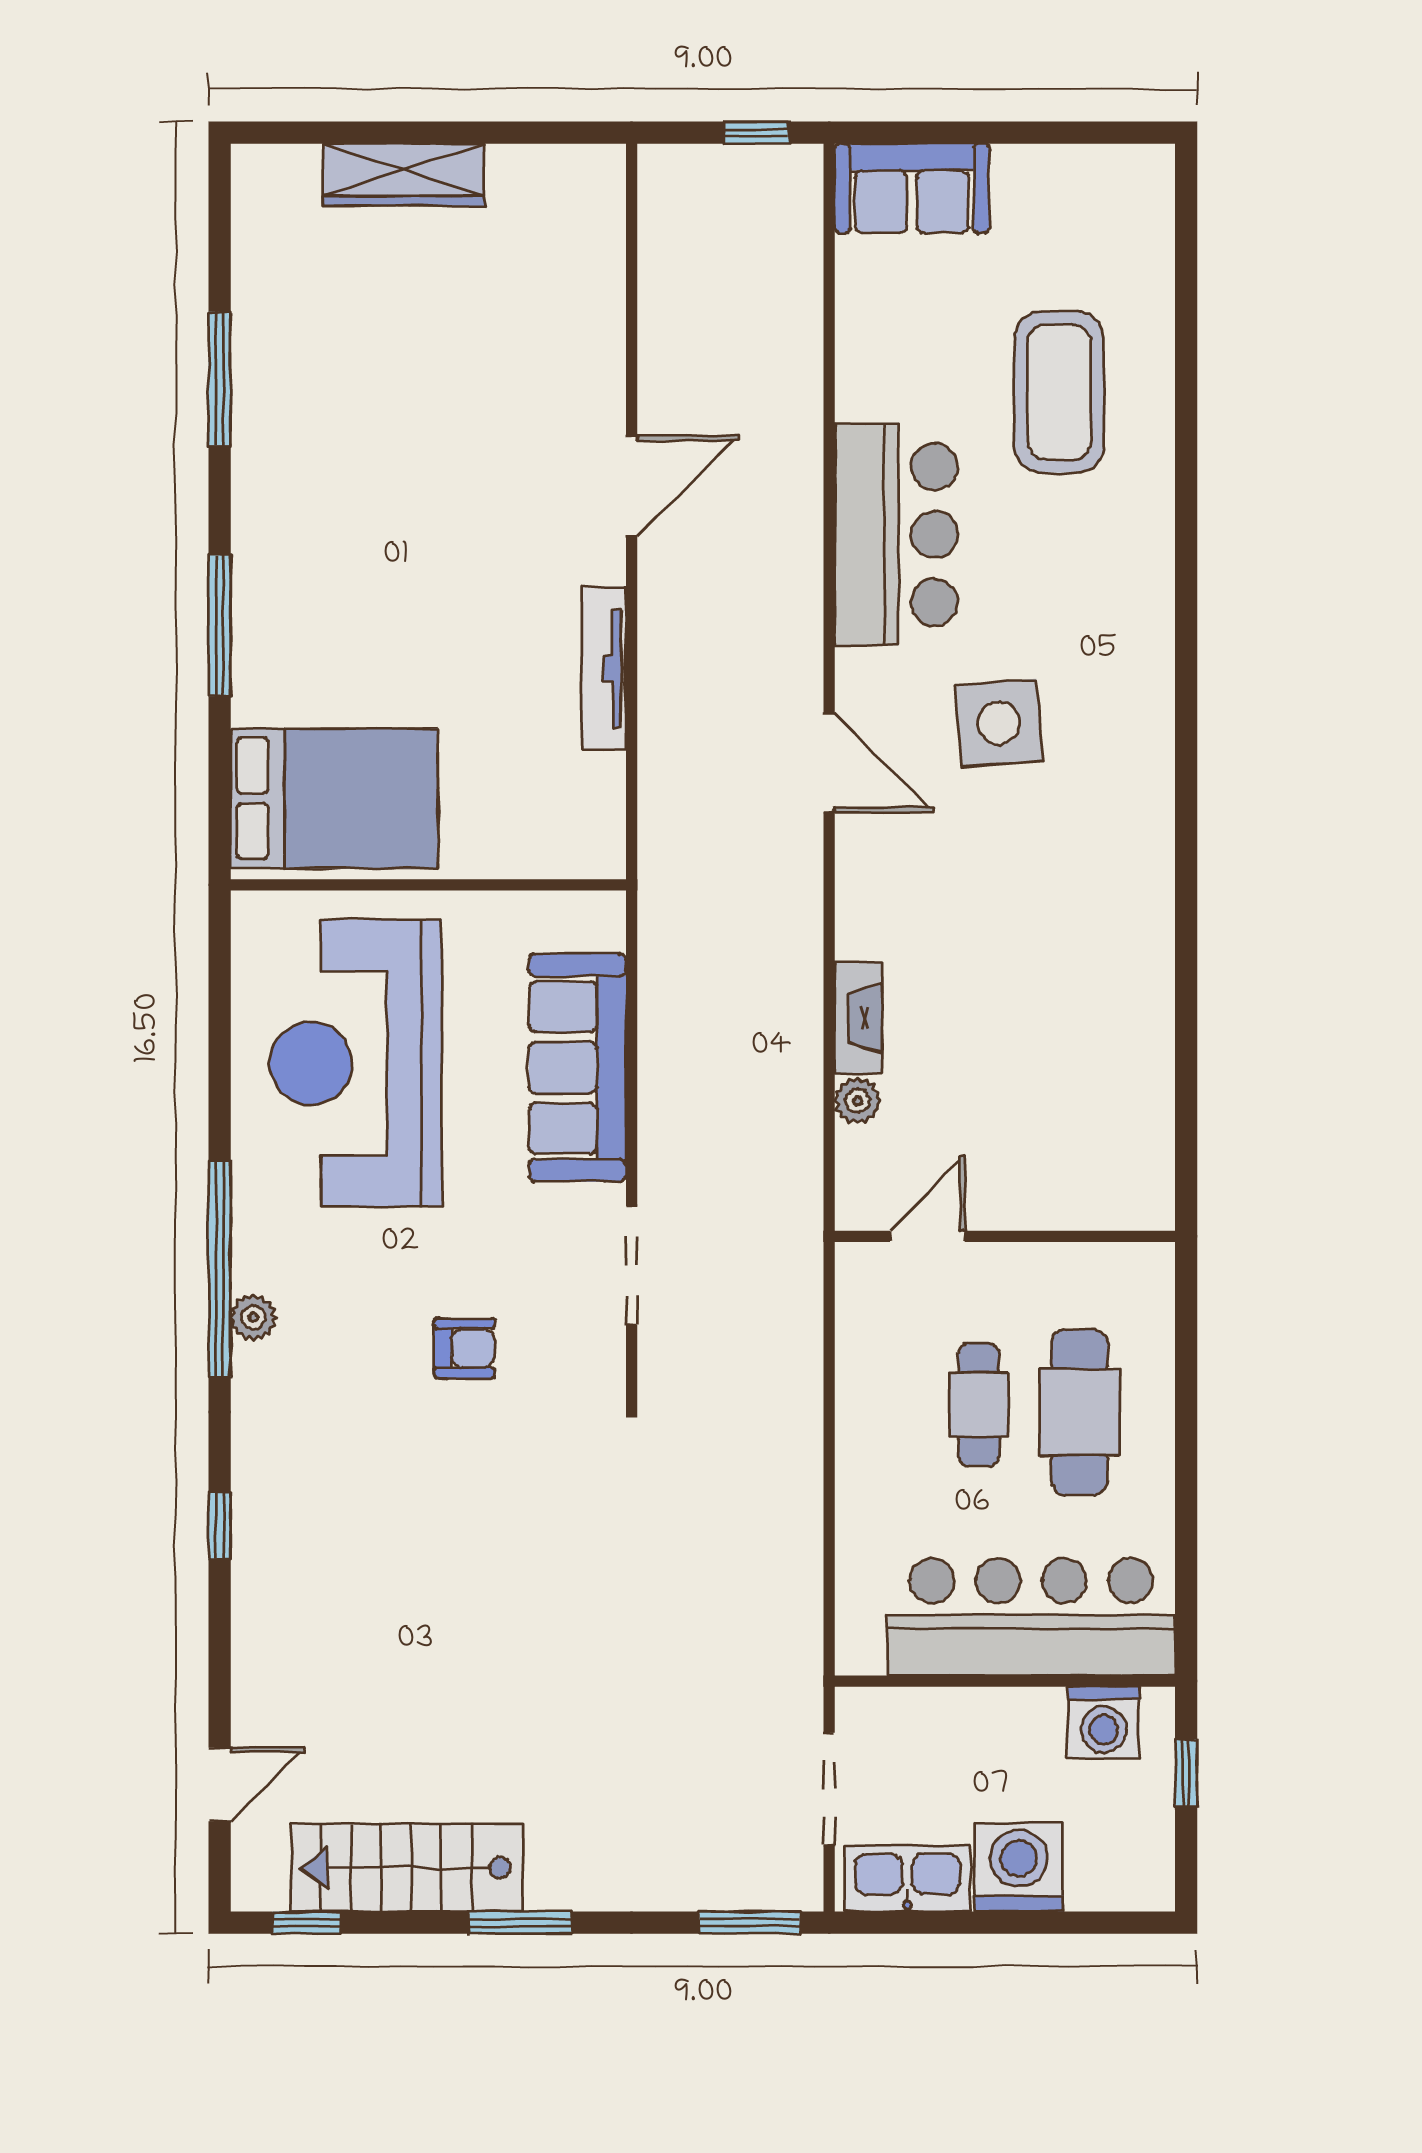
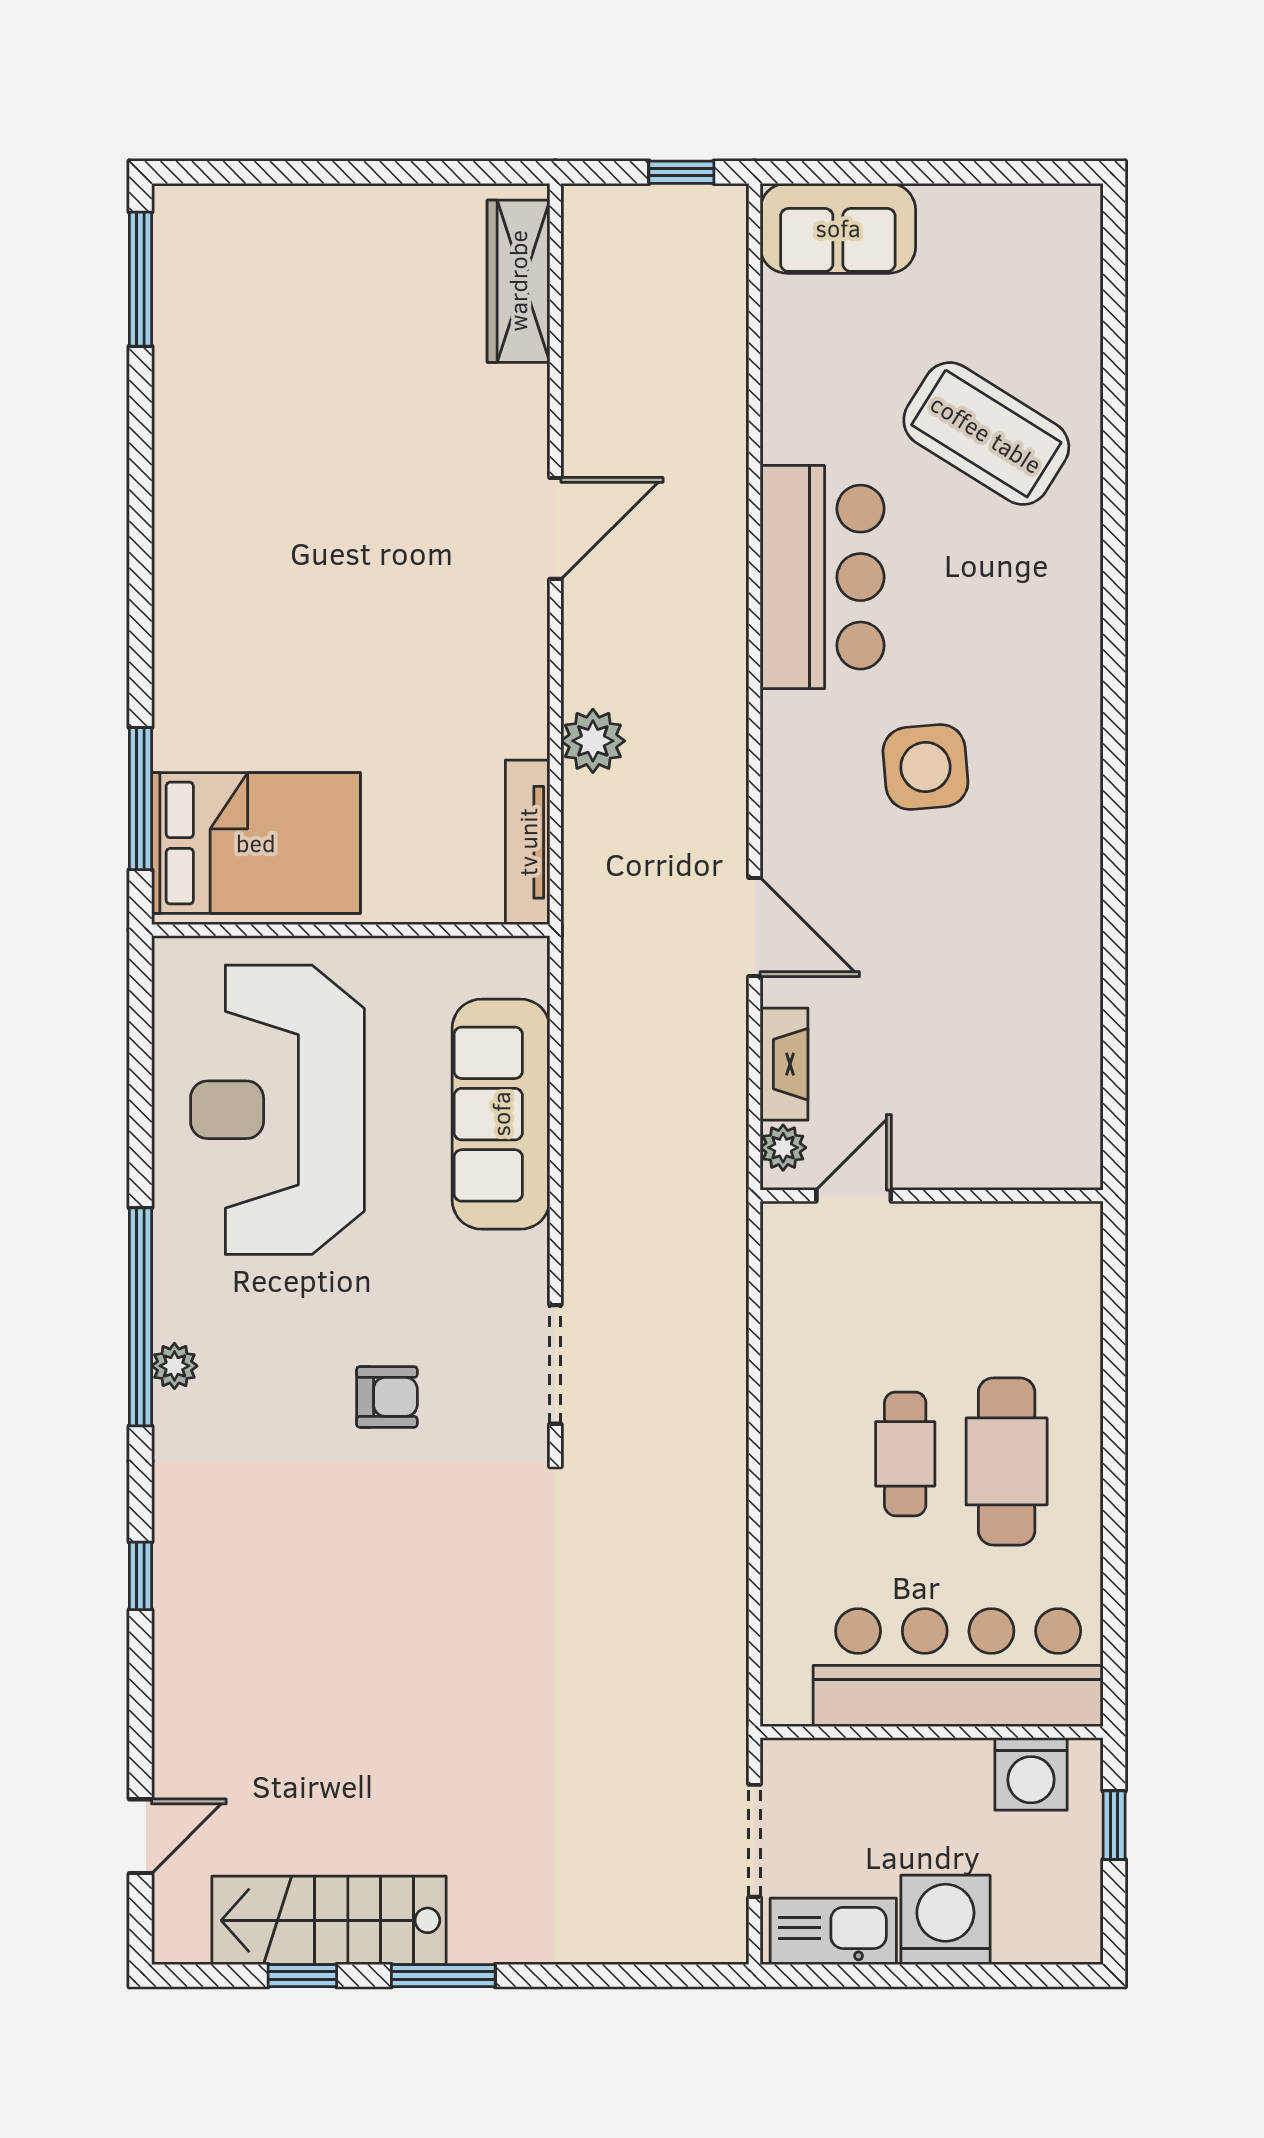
wardrobe: (403, 175) -> (518, 281), moved, turned 90
window: (220, 379) -> (140, 279), moved
coffee table: (1059, 392) -> (986, 434), turned -58
window: (220, 626) -> (140, 799), moved
tv unit: (604, 668) -> (528, 842), moved
plant: (669, 697) -> (593, 741), added
door: (829, 763) -> (755, 927), moved
door: (927, 1236) -> (854, 1196), moved
wall: (1005, 1236) -> (932, 1196), moved
doorway: (632, 1266) -> (555, 1364), moved
window: (307, 1923) -> (302, 1976), moved
window: (749, 1923) -> (674, 1976), removed

